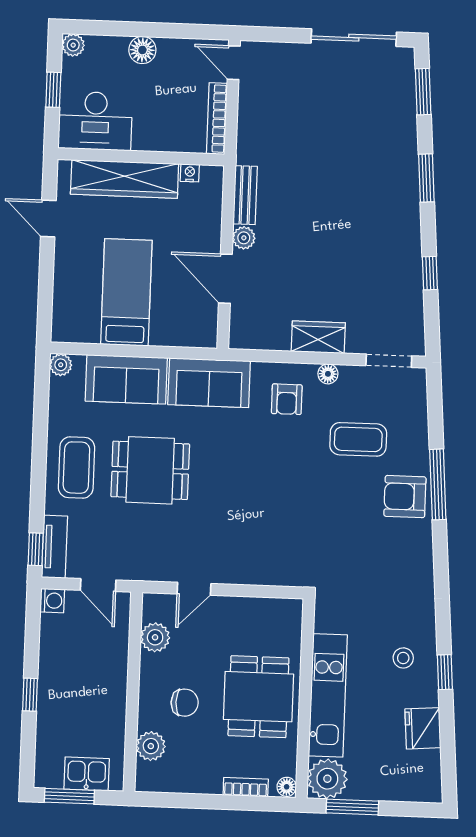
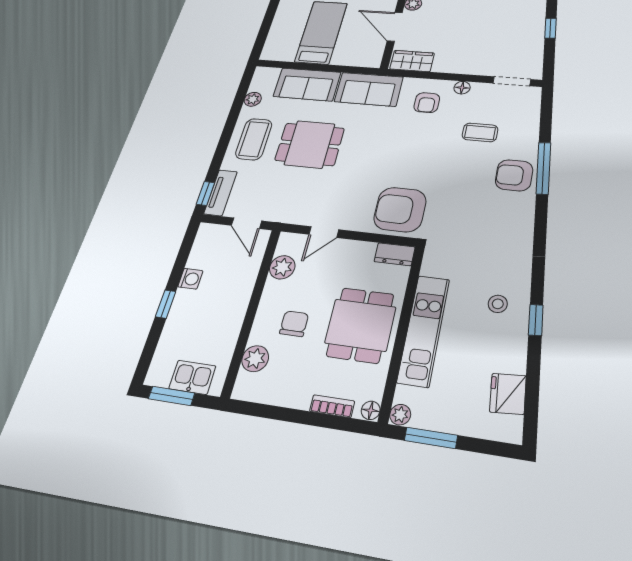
wardrobe: (318, 337) -> (412, 61), moved
plant: (61, 365) -> (253, 99), moved
coffee table: (358, 439) -> (480, 132), width x0.73, depth x0.77
armchair: (278, 552) -> (400, 210), added
washing machine: (52, 601) -> (190, 279), moved
dresser: (282, 610) -> (395, 254), added
chair: (185, 703) -> (294, 324), turned -90
fridge: (423, 728) -> (508, 394), moved
plant: (327, 779) -> (400, 415), width x0.53, depth x0.53

